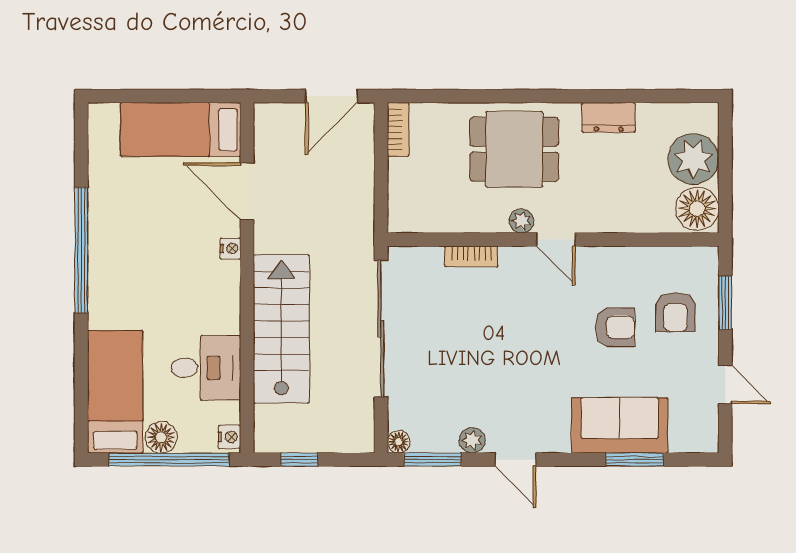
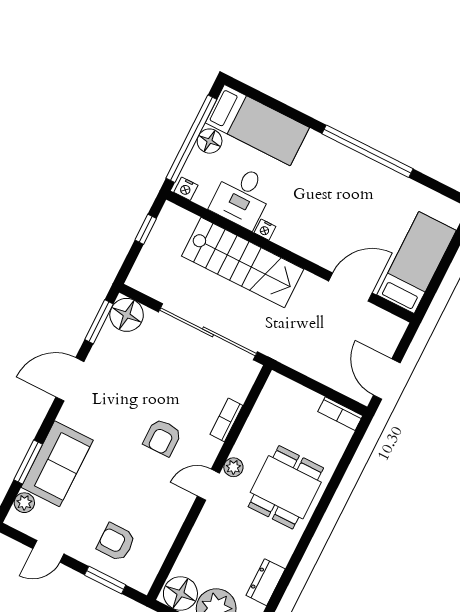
dresser: (609, 117) -> (266, 582), moved
nightstand: (230, 248) -> (265, 230), moved
armchair: (615, 327) -> (162, 437), moved
plant: (472, 440) -> (24, 503), moved
floor lamp: (399, 442) -> (127, 315), width x1.89, depth x1.89
door: (515, 460) -> (70, 379), width x1.38

